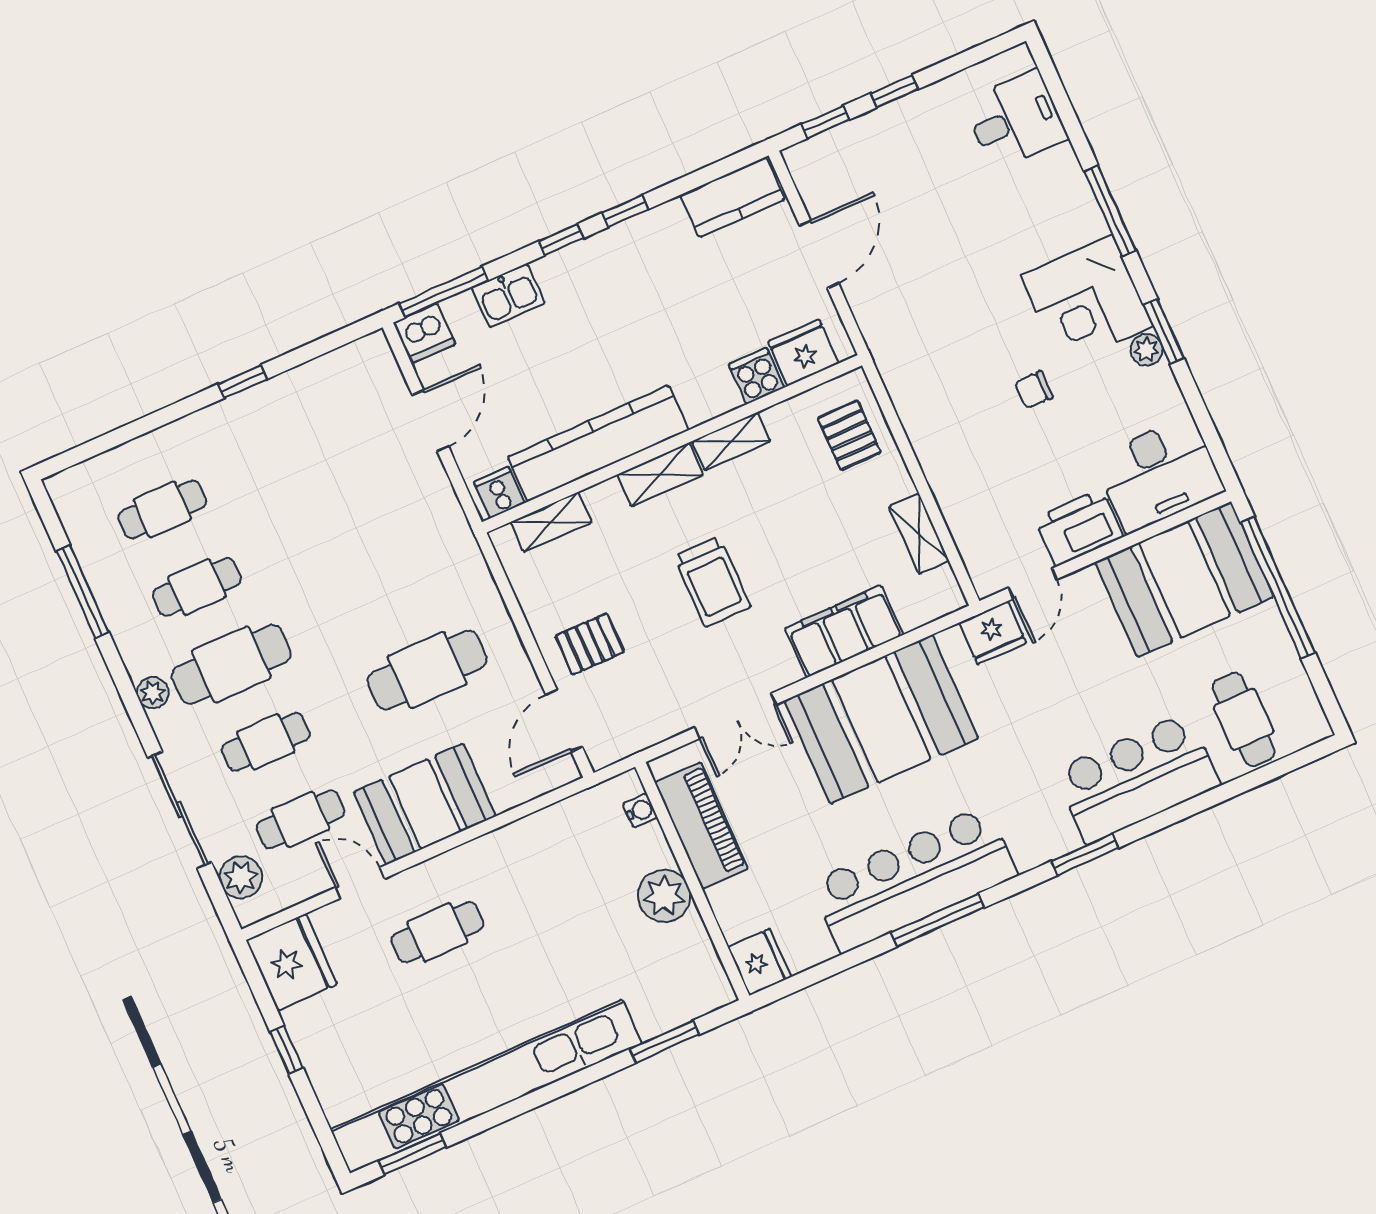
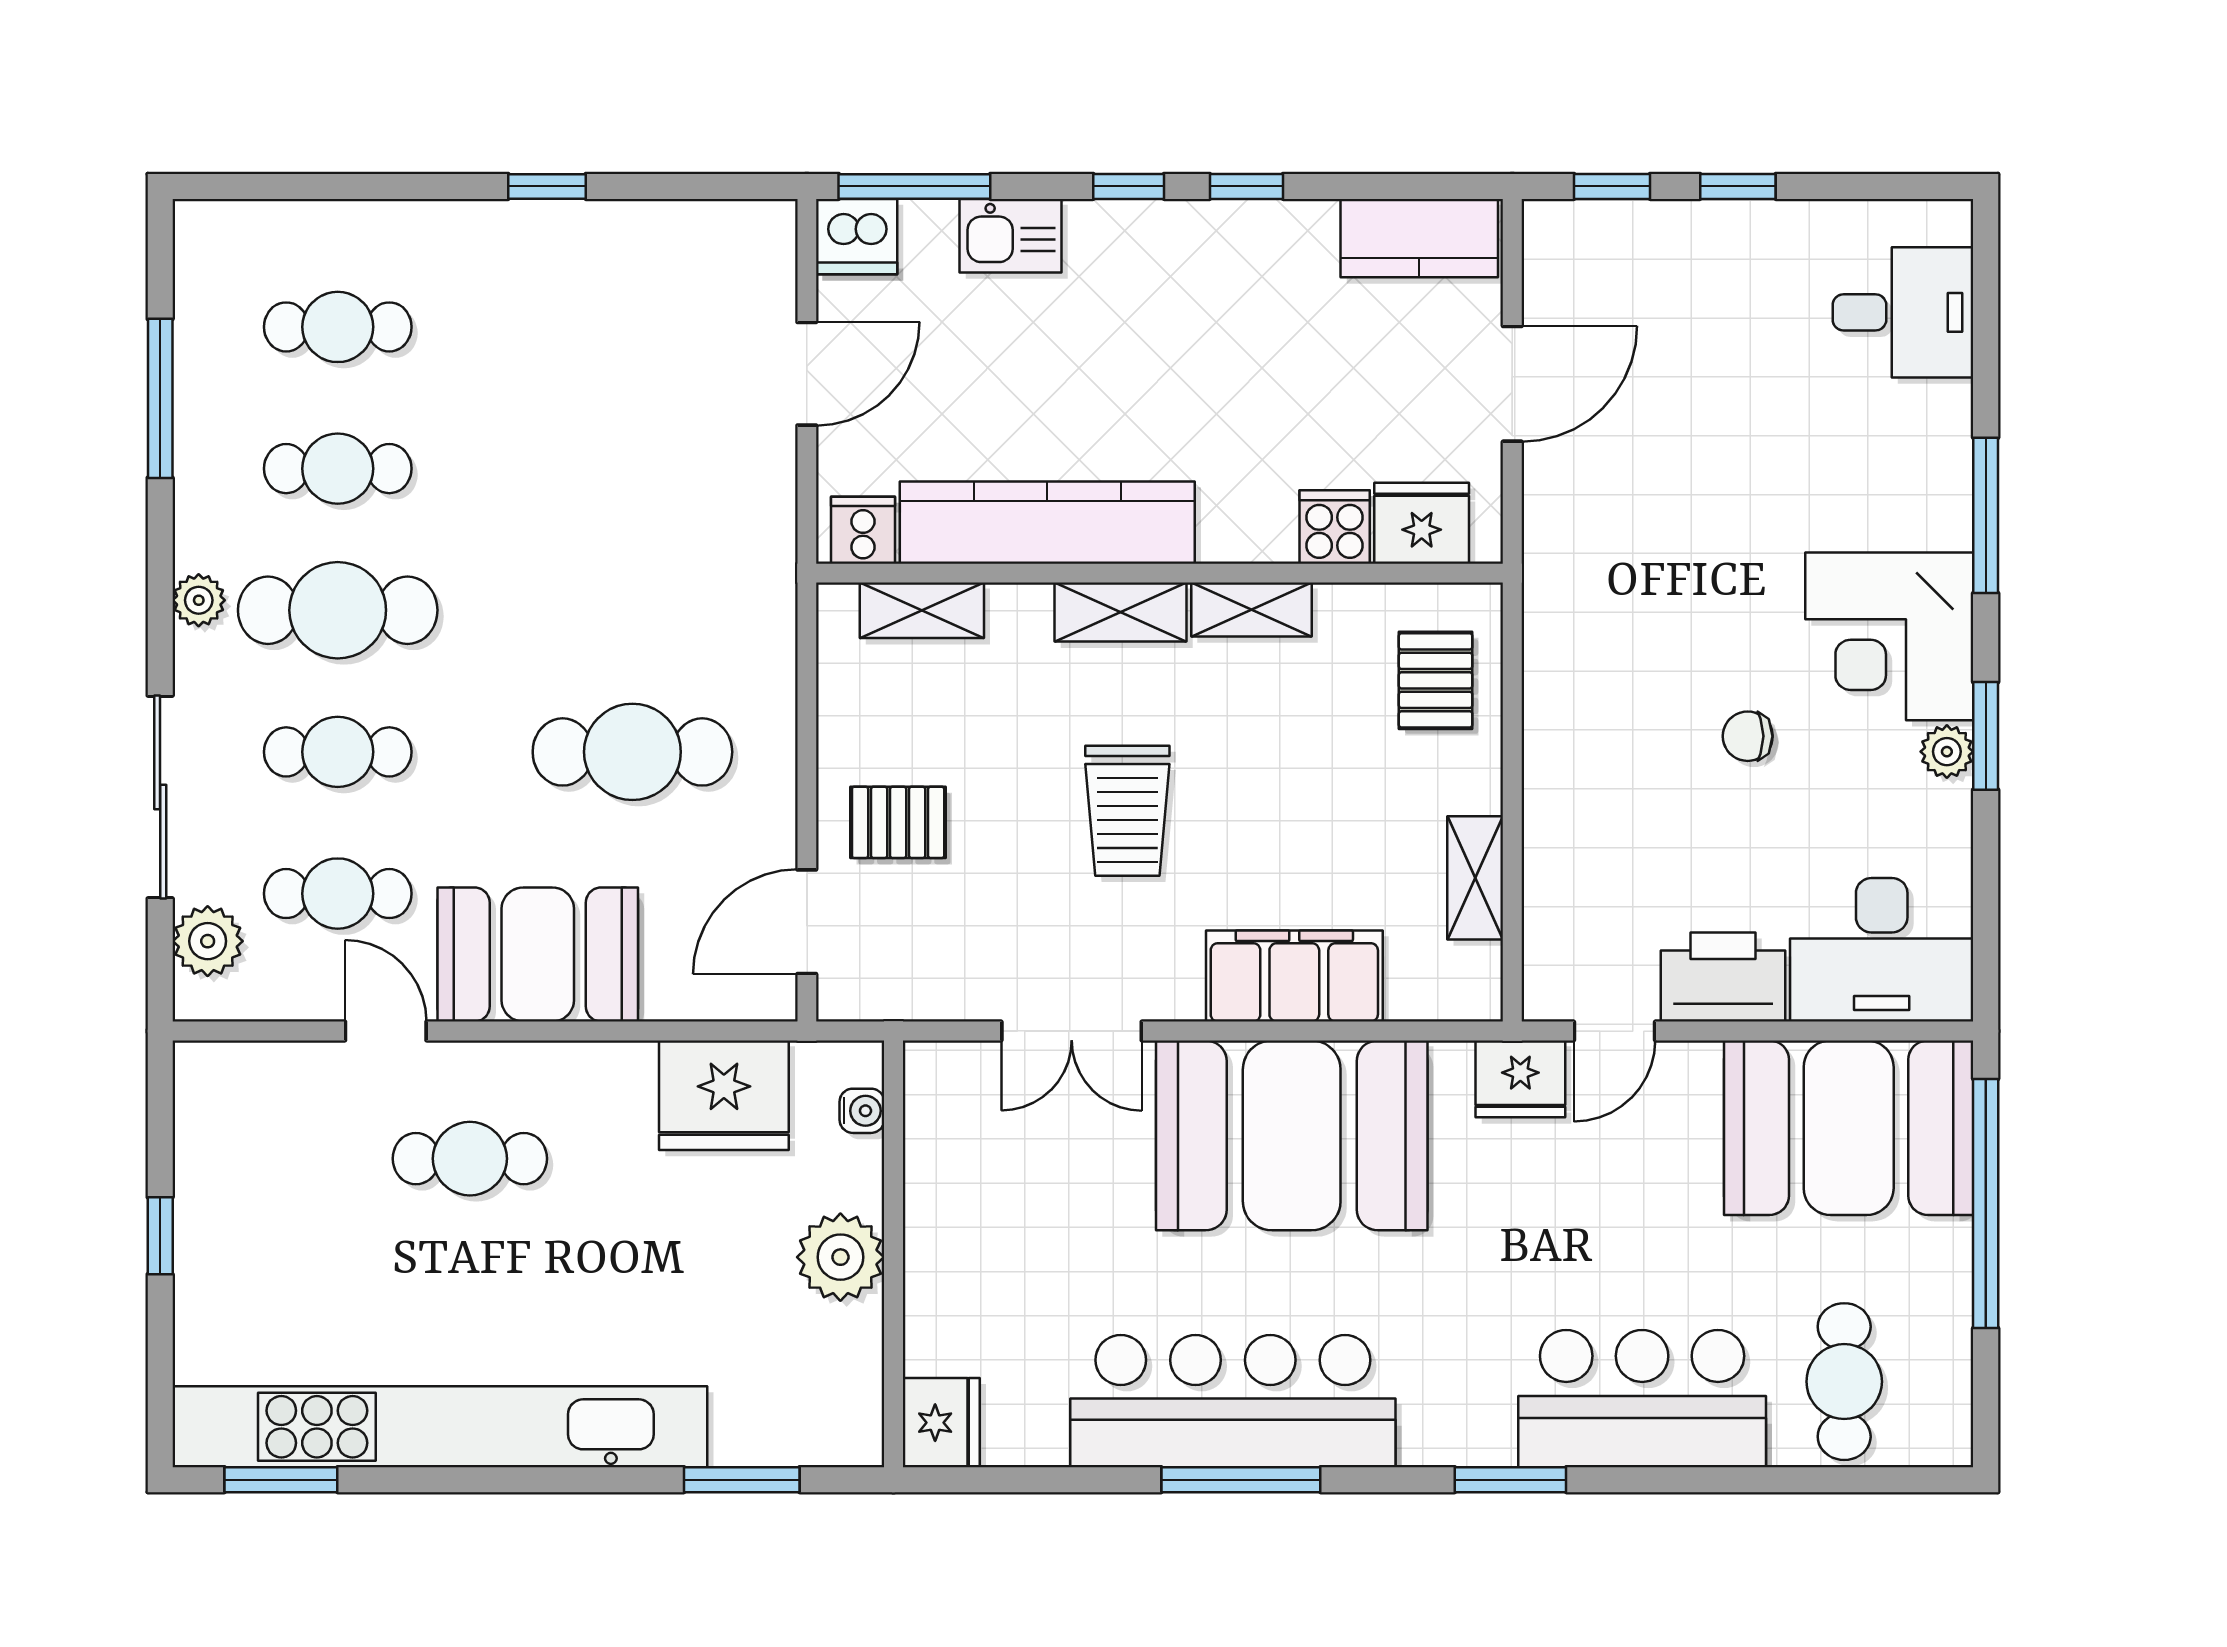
piano: (701, 825) -> (945, 1175), removed
fridge: (292, 962) -> (724, 1095), moved, turned 90

